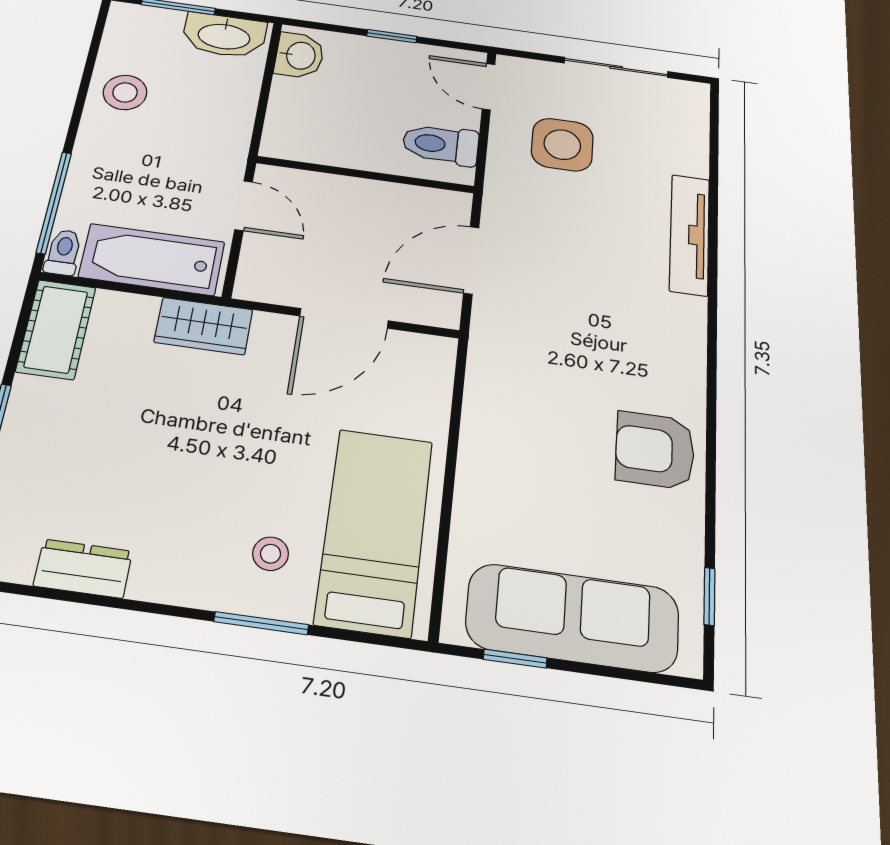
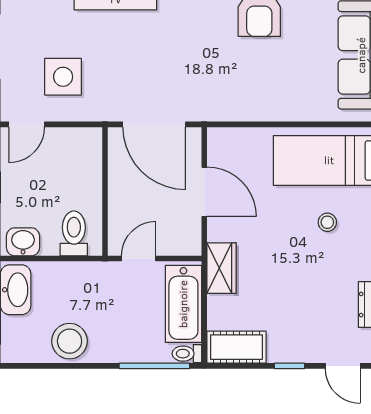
stool: (125, 92) -> (70, 341), width x1.38, depth x1.38
toilet: (441, 144) -> (74, 233), moved, turned 180
door: (471, 260) -> (154, 124), width x1.36
stool: (270, 554) -> (327, 222), moved

